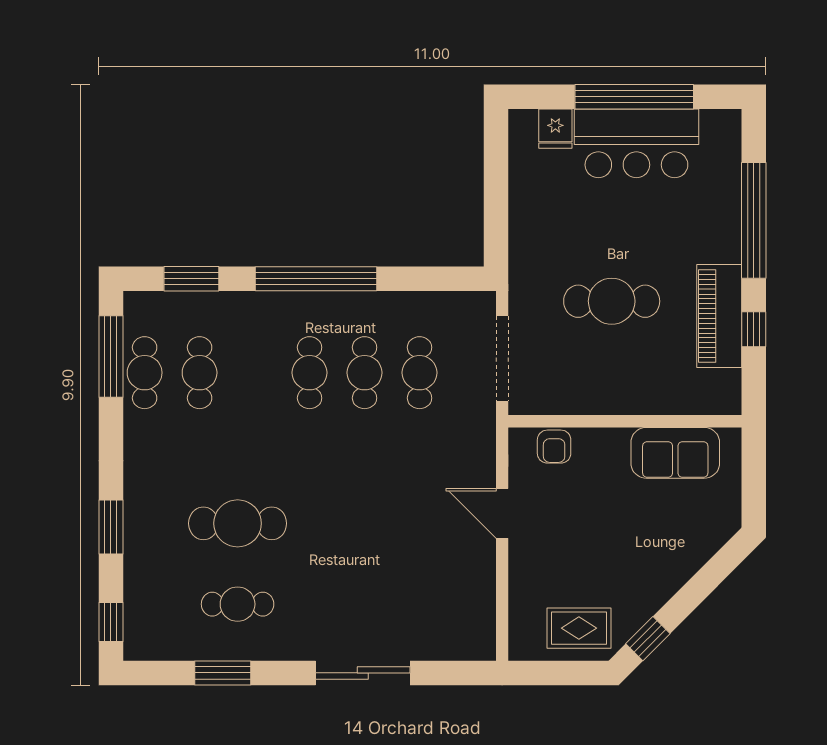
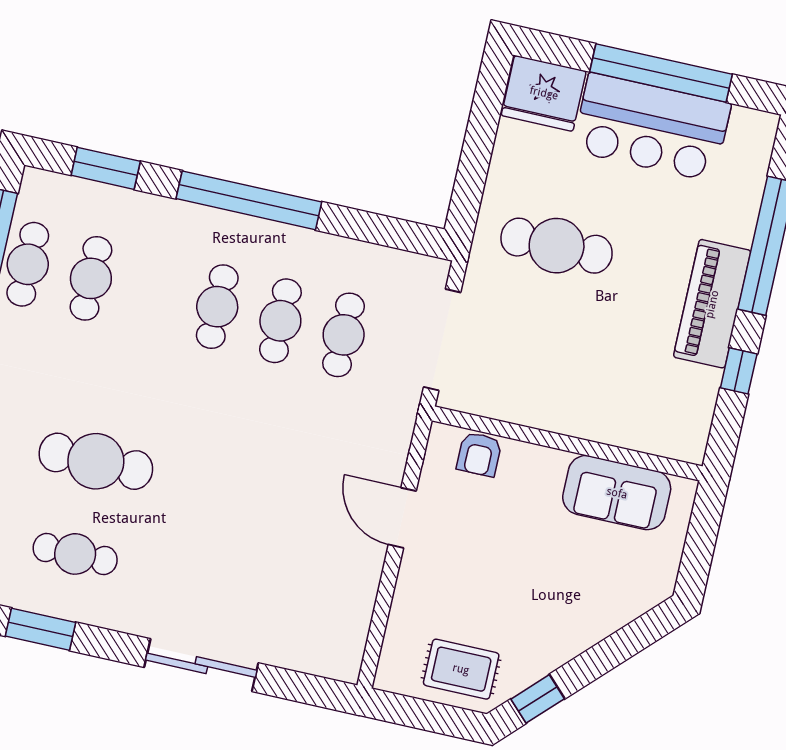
fridge: (555, 129) -> (544, 93), width x1.88, depth x1.34
cafe table: (612, 301) -> (557, 246), moved
piano: (719, 316) -> (712, 304), moved

